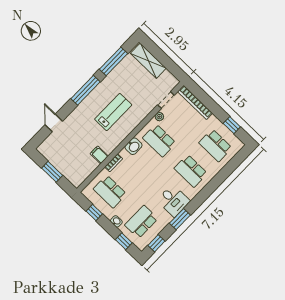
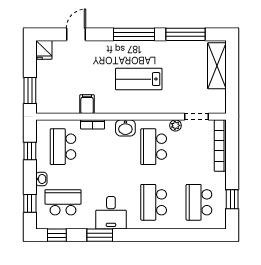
lab bench: (113, 112) -> (139, 79), turned 180
fridge: (45, 150) -> (44, 50), added
window: (52, 172) -> (30, 90), moved

